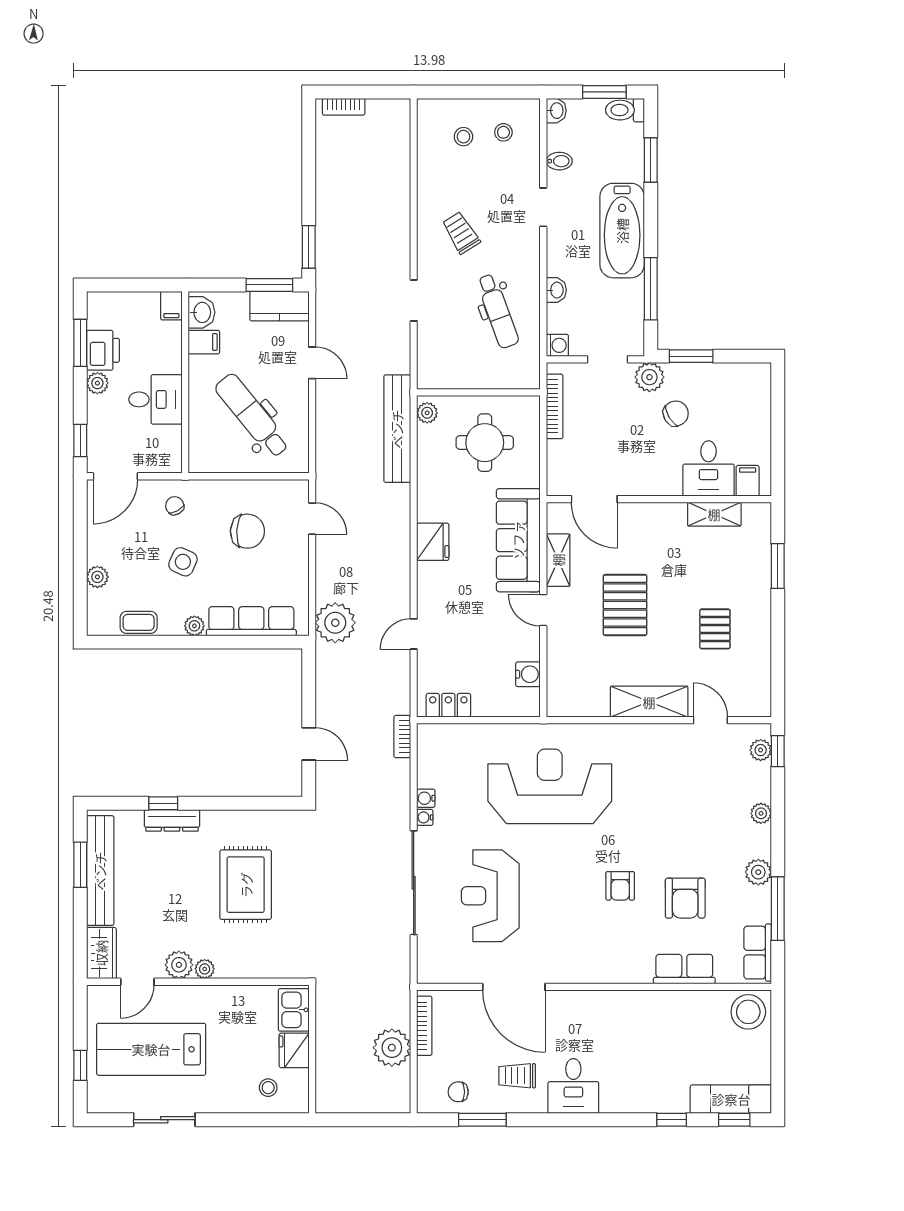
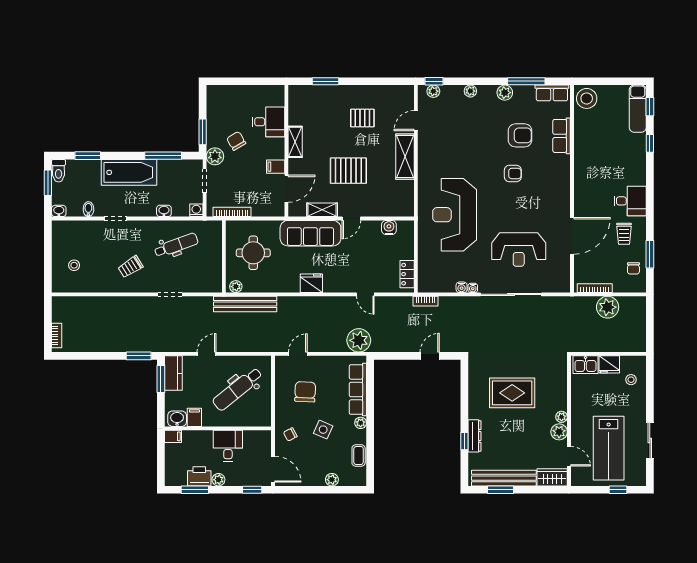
stool: (503, 132) -> (72, 242), removed
filing cabinet: (748, 481) -> (276, 167), moved
shelving: (714, 514) -> (295, 142), moved

